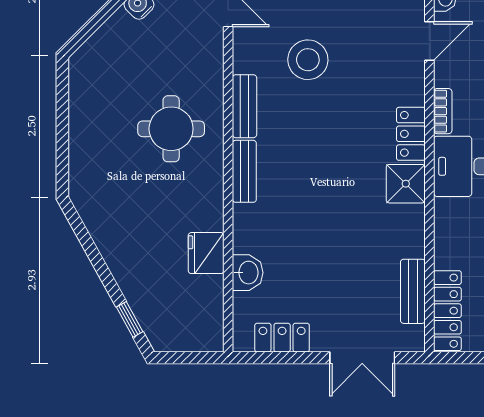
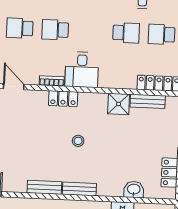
stool: (308, 60) -> (78, 141), moved, width x0.53, depth x0.53
shower: (406, 184) -> (119, 104), moved

